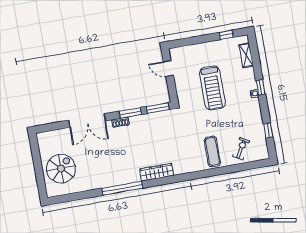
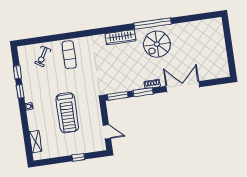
window: (226, 35) -> (78, 157), moved
window: (261, 87) -> (20, 91), moved
treadmill: (212, 88) -> (67, 113), turned 180
spiral stairs: (61, 169) -> (157, 44), moved

